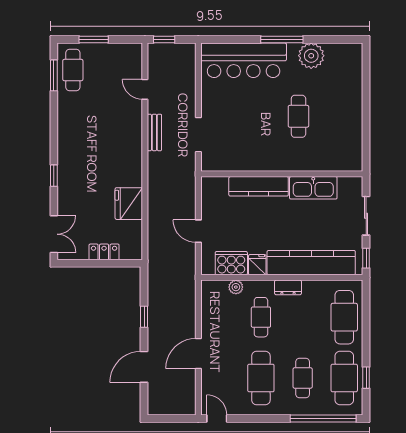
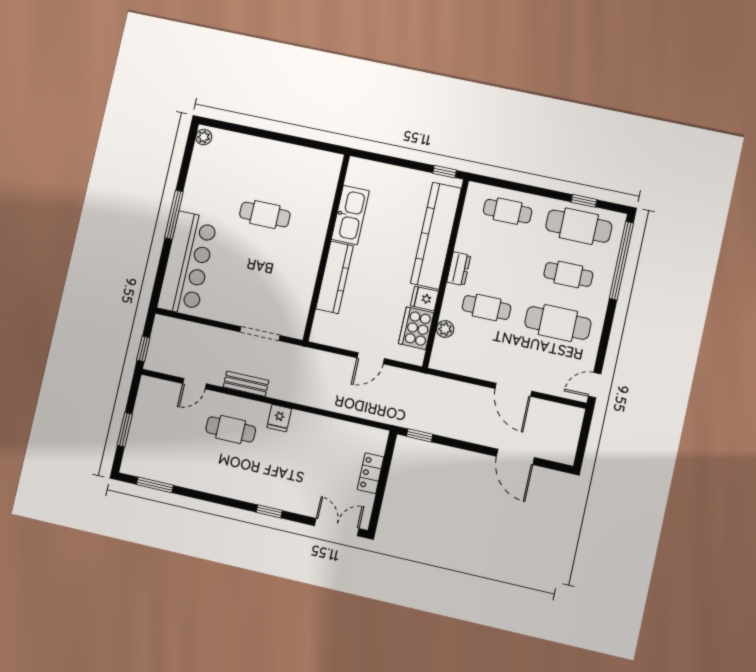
plant: (311, 56) -> (204, 137), moved, width x0.53, depth x0.53
cafe table: (73, 70) -> (231, 429), moved
fridge: (129, 204) -> (279, 418), moved, width x0.53, depth x0.75
sliding door: (366, 216) -> (396, 161), removed
window: (144, 317) -> (420, 435), moved
cafe table: (344, 317) -> (508, 211), width x0.73, depth x0.74

